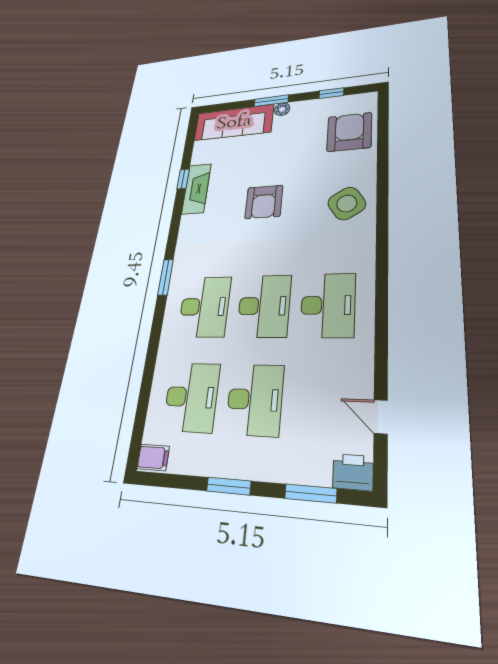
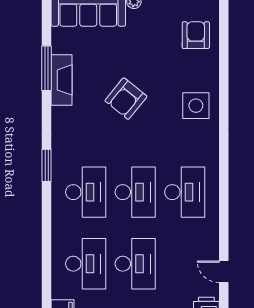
armchair: (349, 132) -> (196, 35), width x0.73, depth x0.73
window: (183, 179) -> (47, 68), width x2.17
armchair: (264, 202) -> (126, 99), turned 39
side table: (347, 203) -> (196, 106), turned 32

